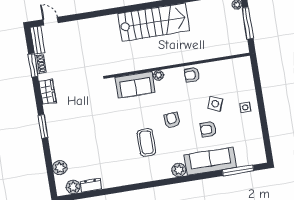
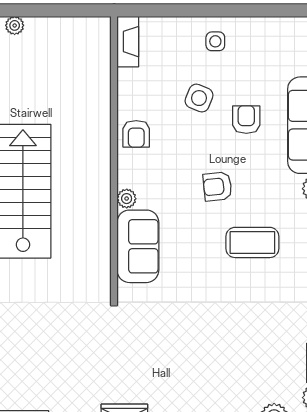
window: (248, 23) -> (54, 10), removed
fireplace: (238, 63) -> (128, 42), added
armchair: (208, 129) -> (246, 120), turned 180

